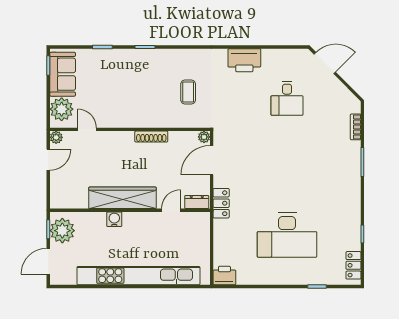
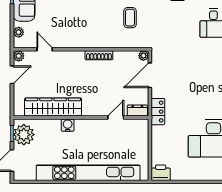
plant: (62, 109) -> (19, 32), width x0.53, depth x0.53
wardrobe: (122, 198) -> (53, 107), moved

